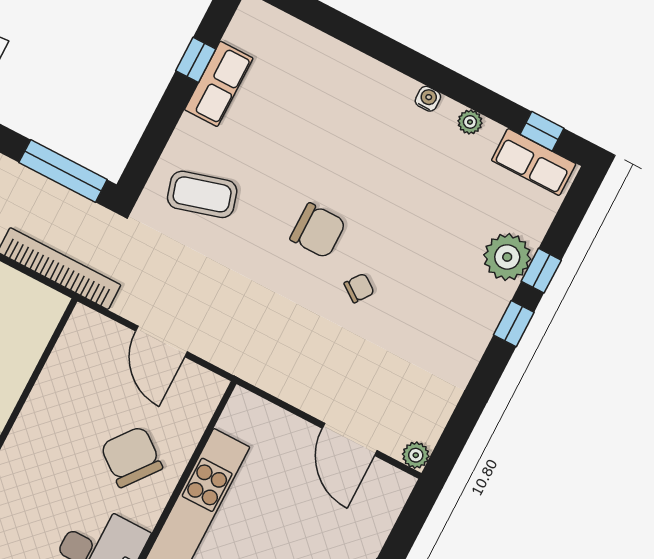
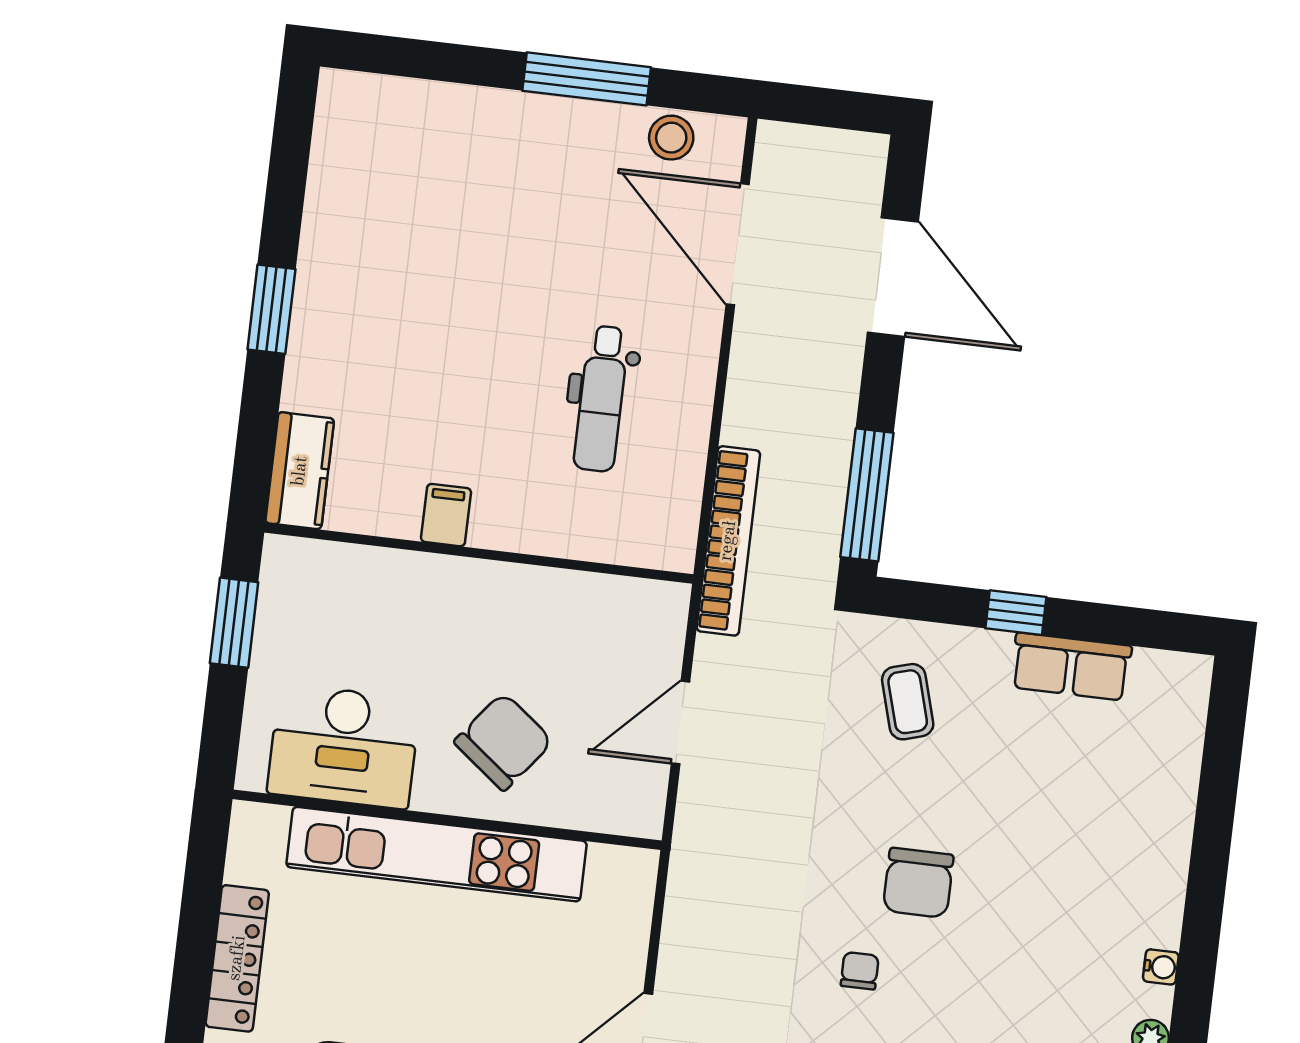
window: (196, 60) -> (1016, 613), moved
coffee table: (202, 194) -> (908, 702), width x0.73, depth x0.77
chair: (359, 288) -> (860, 971), turned -126

